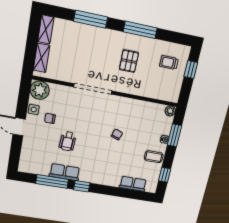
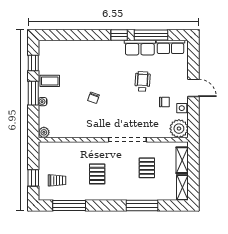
window: (140, 30) -> (69, 206), moved
pallet: (79, 57) -> (147, 168), added
window: (174, 135) -> (33, 93), moved
row of seats: (133, 184) -> (170, 47), moved

